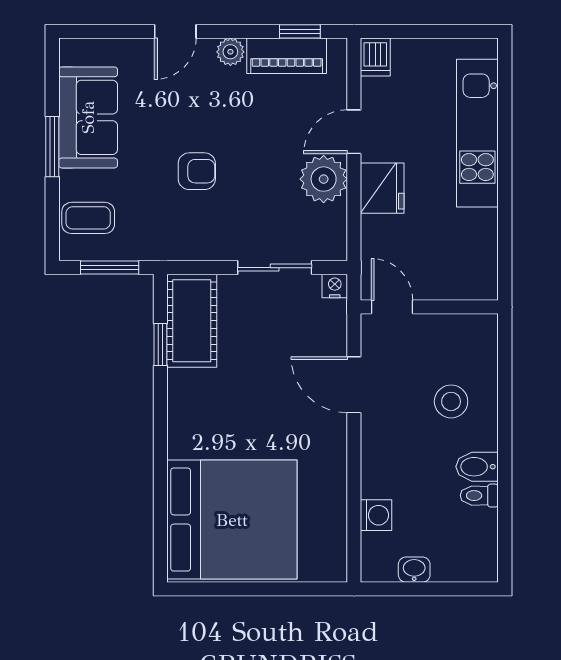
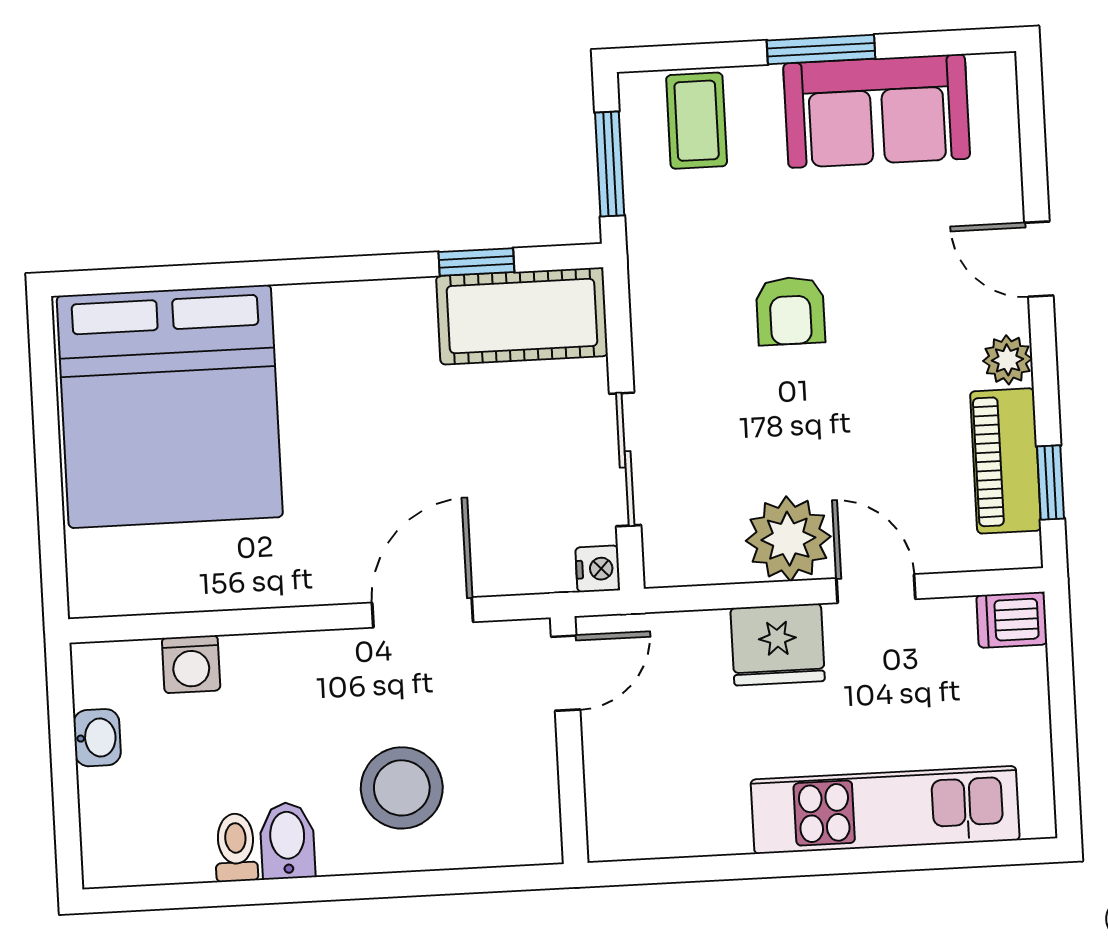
stool: (451, 401) -> (402, 788), width x1.38, depth x1.38

